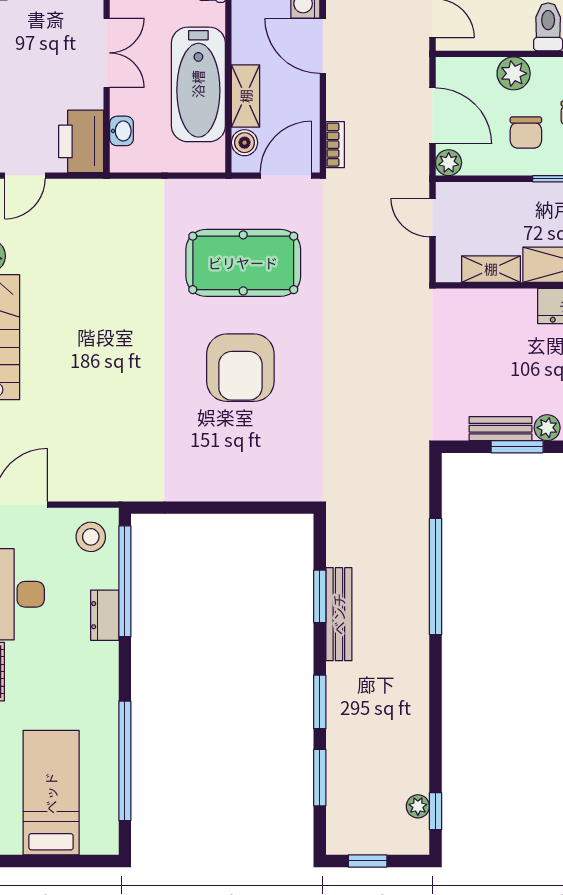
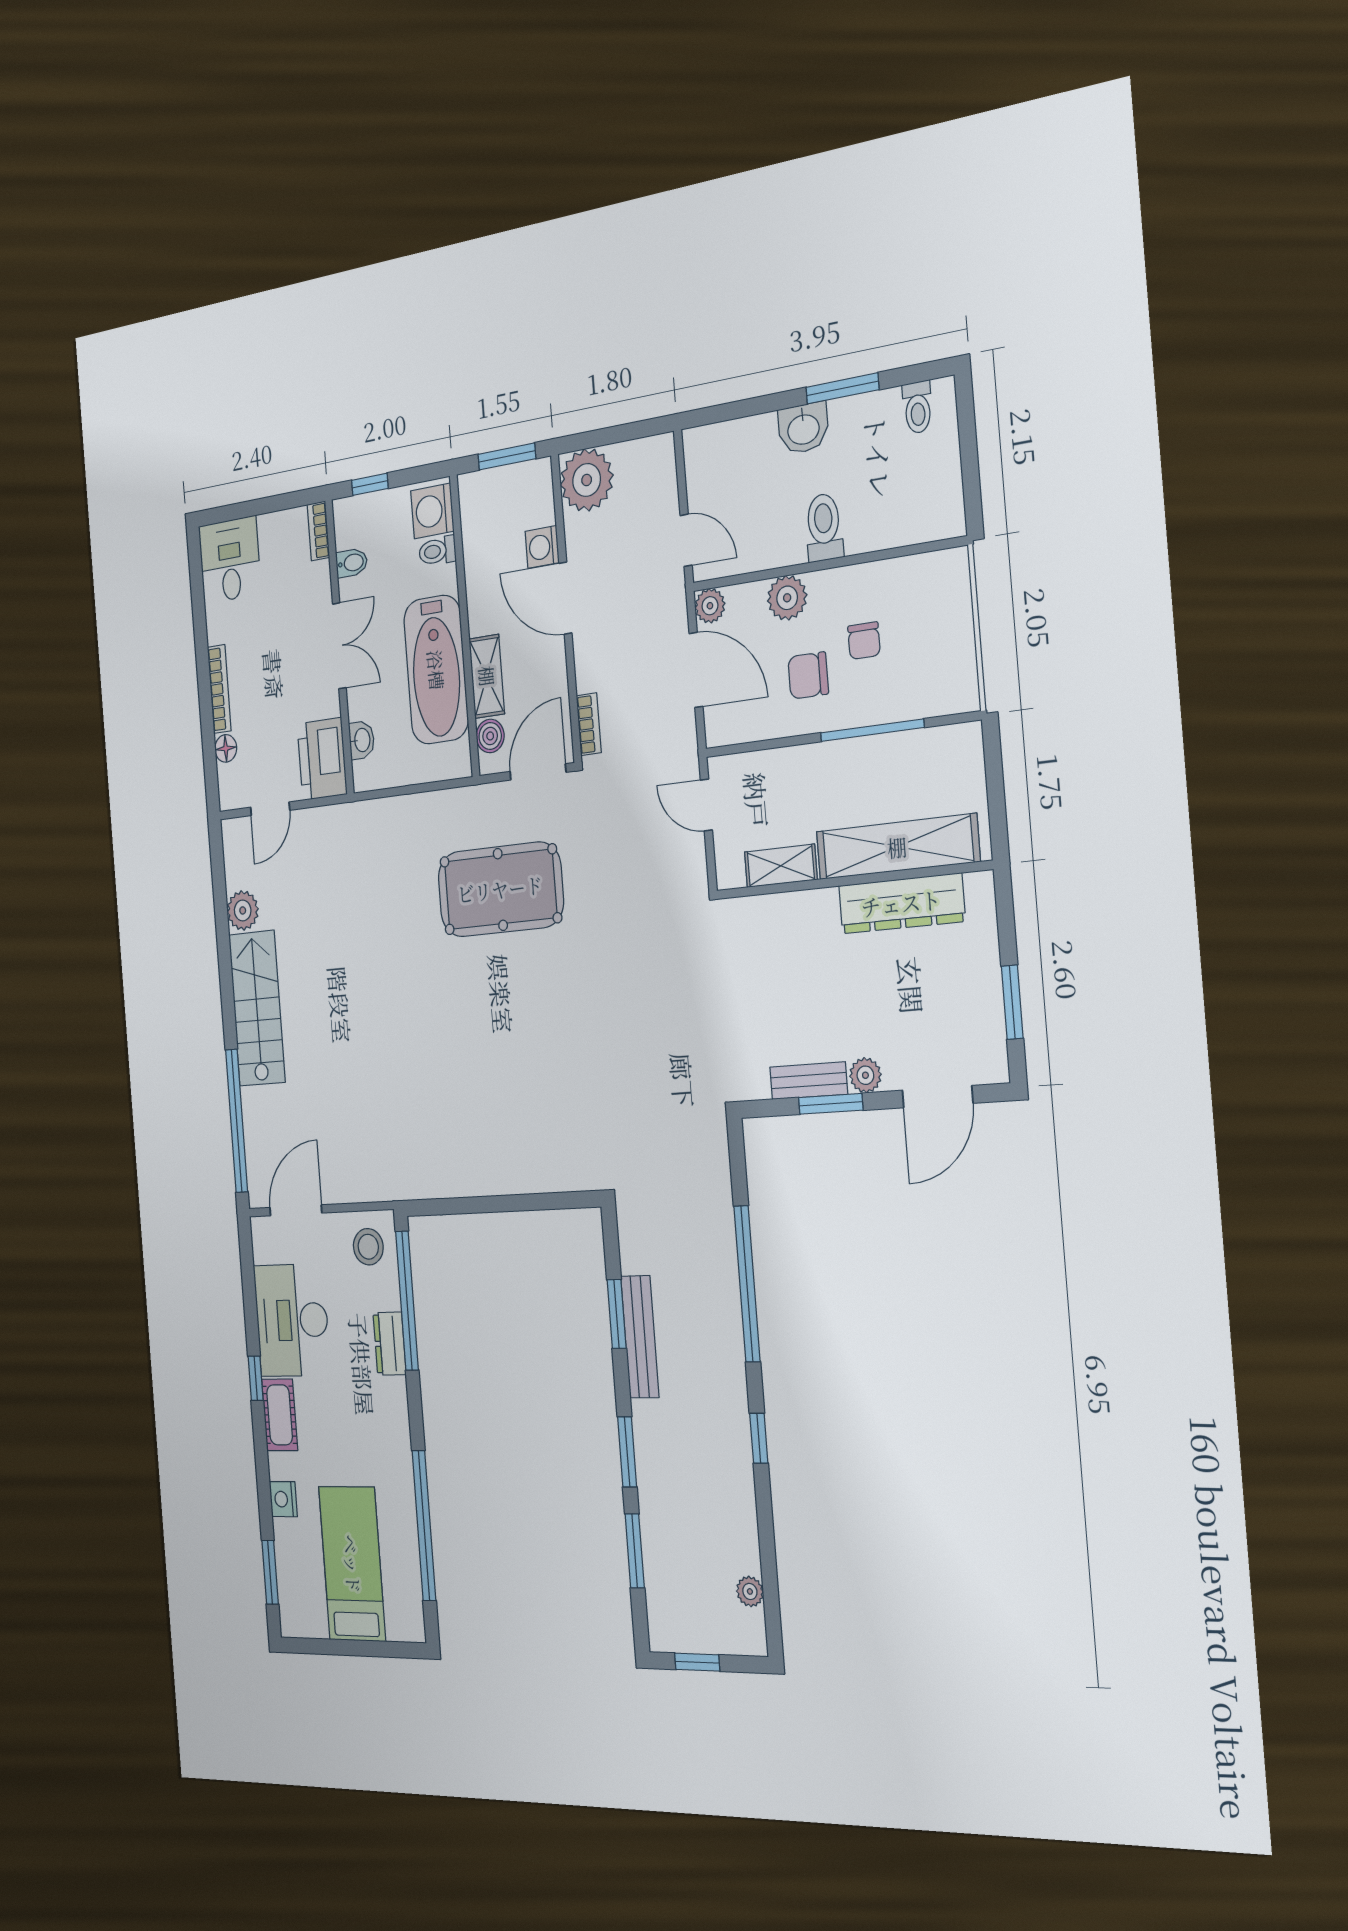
chair: (526, 132) -> (808, 675), turned 90
plant: (449, 163) -> (710, 606), moved
armchair: (240, 368) -> (507, 1024), removed
window: (436, 811) -> (759, 1438), moved

